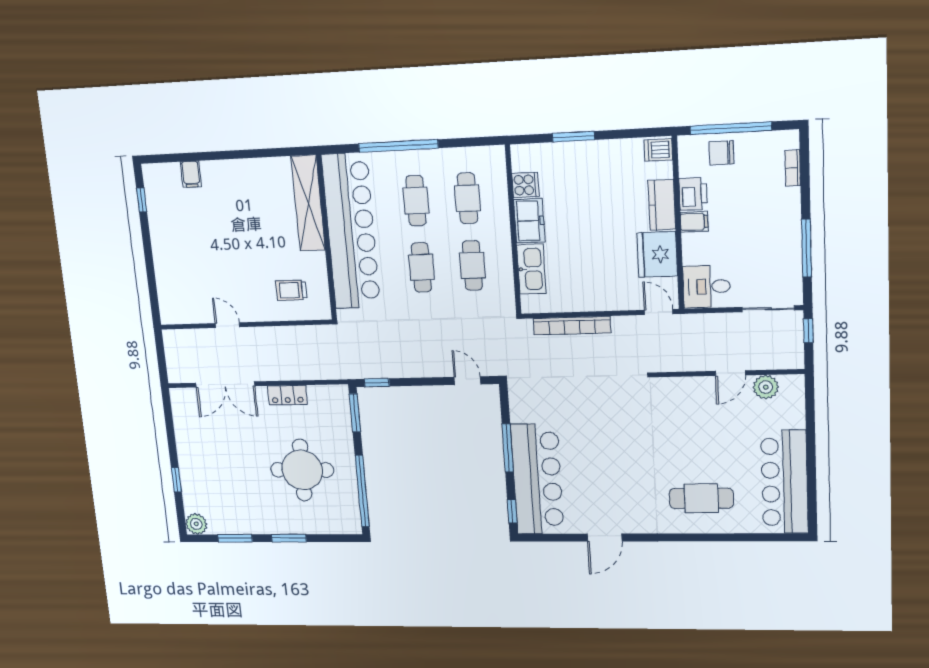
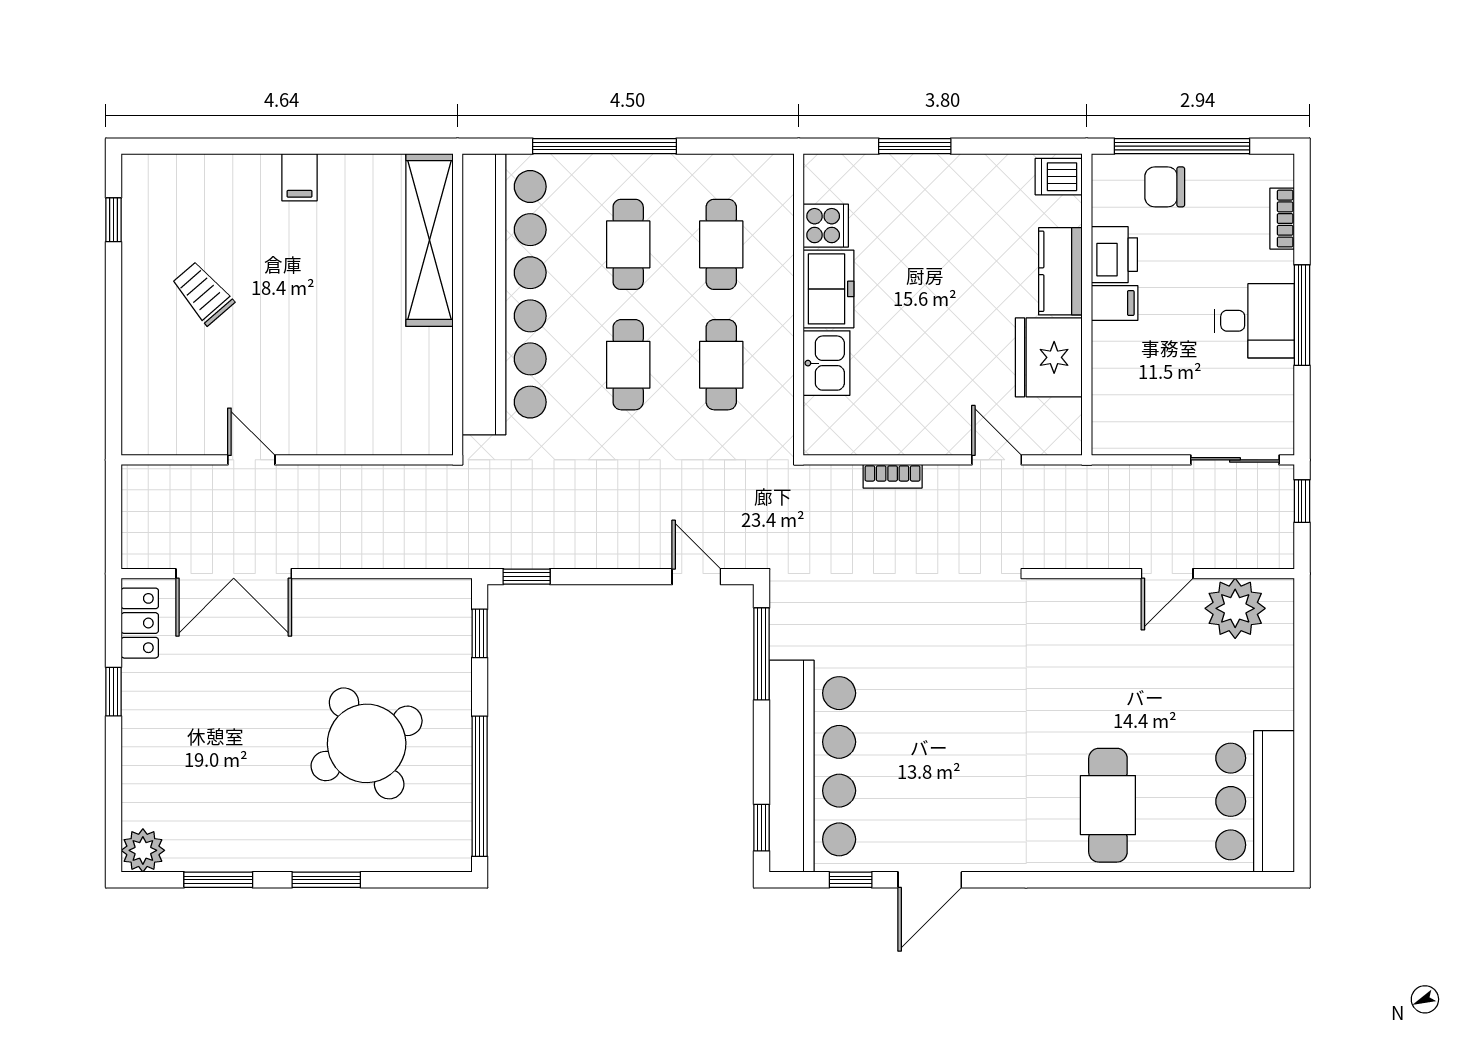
filing cabinet: (191, 174) -> (299, 177), moved
window: (806, 248) -> (1302, 315), moved
kitchen sink: (531, 269) -> (827, 363), width x0.73
desk: (707, 287) -> (1254, 321), moved, turned 180
trolley: (291, 290) -> (203, 293), moved, turned 49
door: (658, 312) -> (997, 460), moved
bookcase: (572, 326) -> (893, 476), width x0.43, depth x0.76
plant: (766, 387) -> (1235, 608), width x1.36, depth x1.36
locker: (287, 395) -> (140, 623), moved, turned -90
window: (355, 413) -> (480, 633), width x0.67
window: (508, 448) -> (762, 654), moved
round table: (302, 470) -> (367, 743), turned -30
window: (176, 480) -> (114, 692), moved
bar counter: (785, 482) -> (1255, 801), width x0.73
cafe table: (701, 498) -> (1108, 805), turned 90
window: (562, 538) -> (851, 880), added

